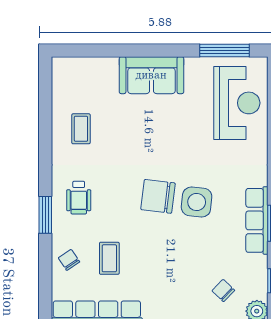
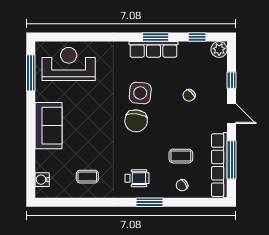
water cooler: (77, 66) -> (42, 180), added
chair: (223, 291) -> (189, 95), moved

